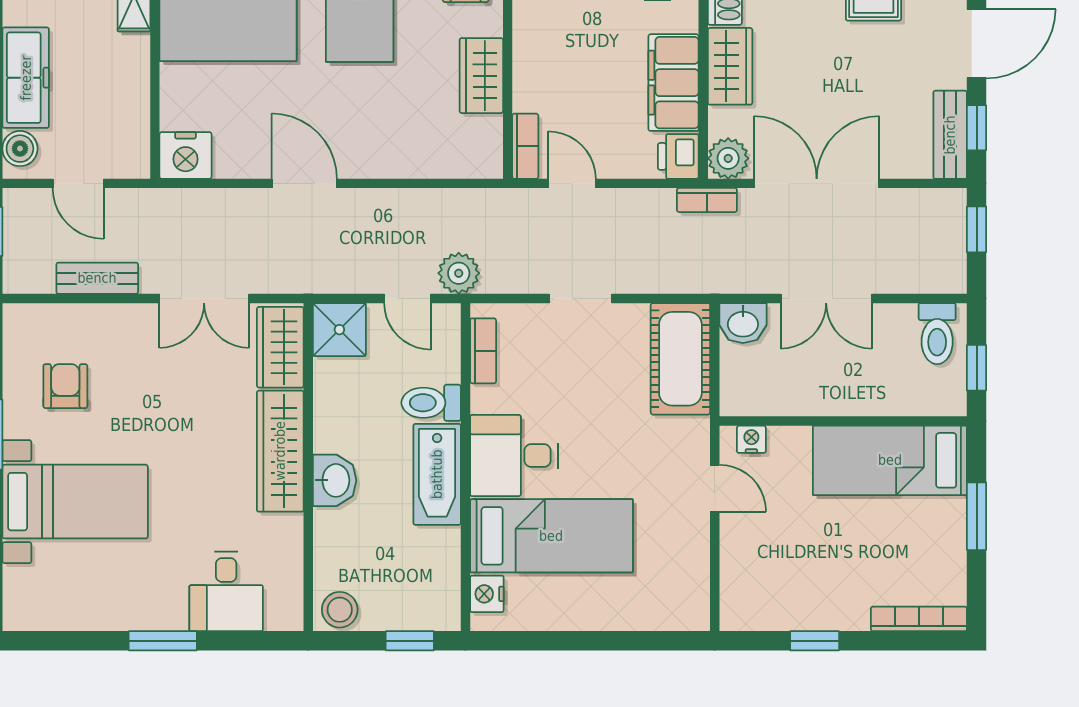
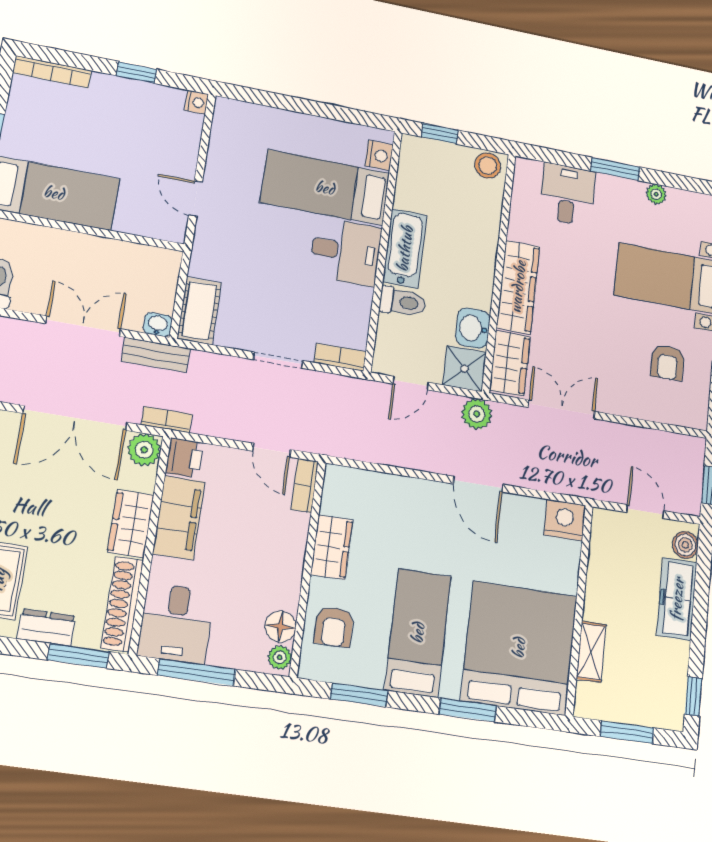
plant: (459, 273) -> (477, 414), moved
bench: (97, 278) -> (156, 355), moved
door: (407, 298) -> (411, 383), swing flipped
washbasin: (743, 323) -> (158, 325), width x0.72, depth x0.69
bookcase: (483, 351) -> (340, 357), moved, turned 90
cot: (680, 359) -> (199, 311), width x0.73, depth x0.75
nightstand: (751, 439) -> (197, 102), moved, turned -90
washbasin: (335, 480) -> (473, 328), moved
plant: (102, 617) -> (656, 194), added

